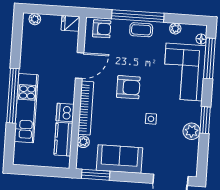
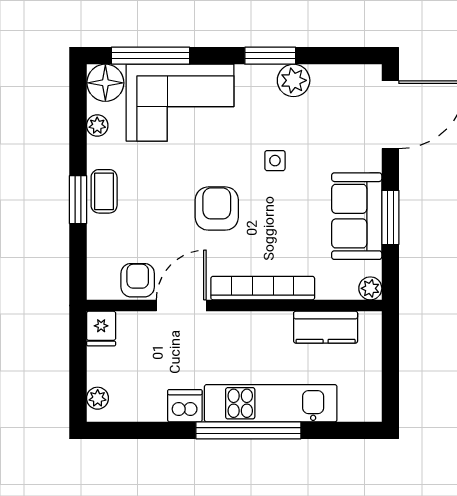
window: (138, 16) -> (78, 200), width x0.47
armchair: (102, 29) -> (138, 280), moved
floor lamp: (201, 39) -> (105, 83), width x1.89, depth x1.89
door: (80, 66) -> (181, 306), hinge flipped
dishwasher: (65, 113) -> (185, 406), moved, turned 180
plant: (83, 142) -> (370, 288), moved
window: (96, 175) -> (390, 217), moved

